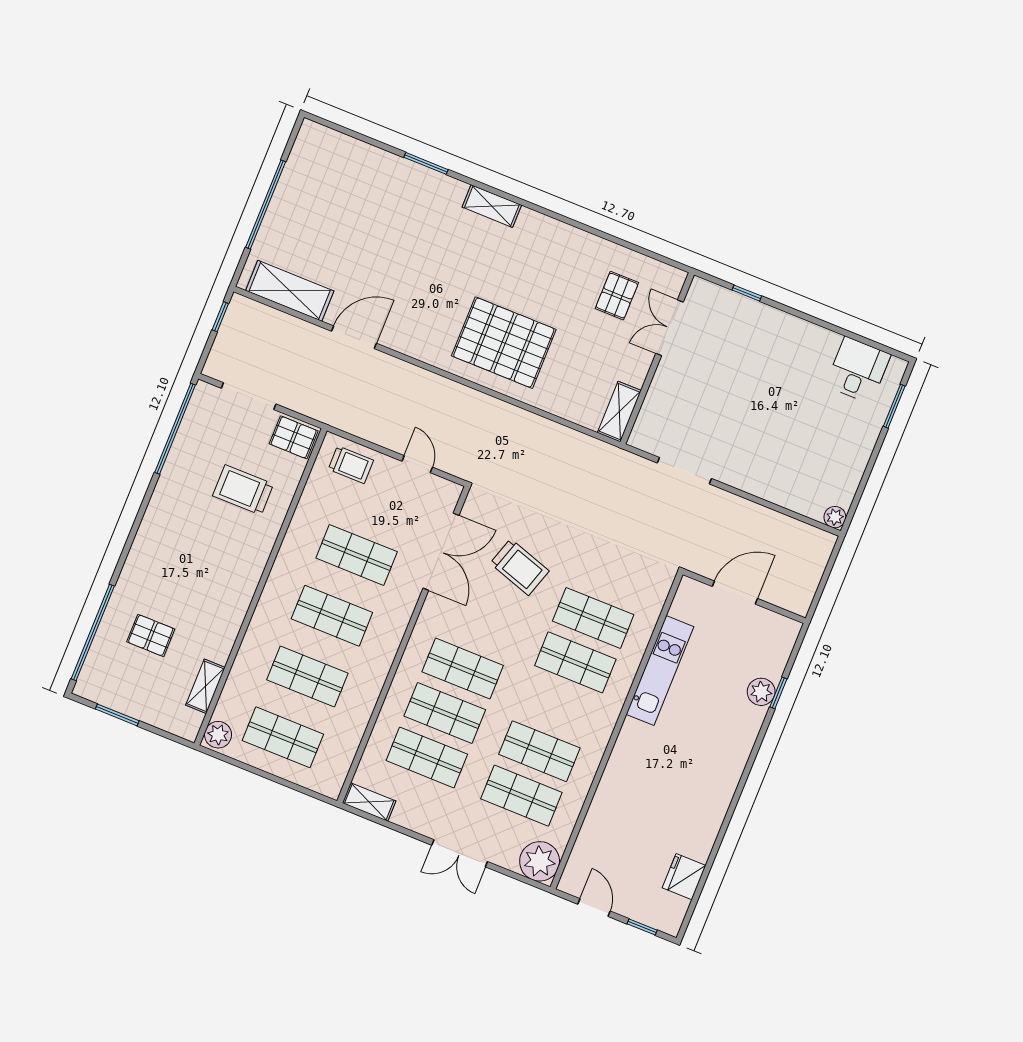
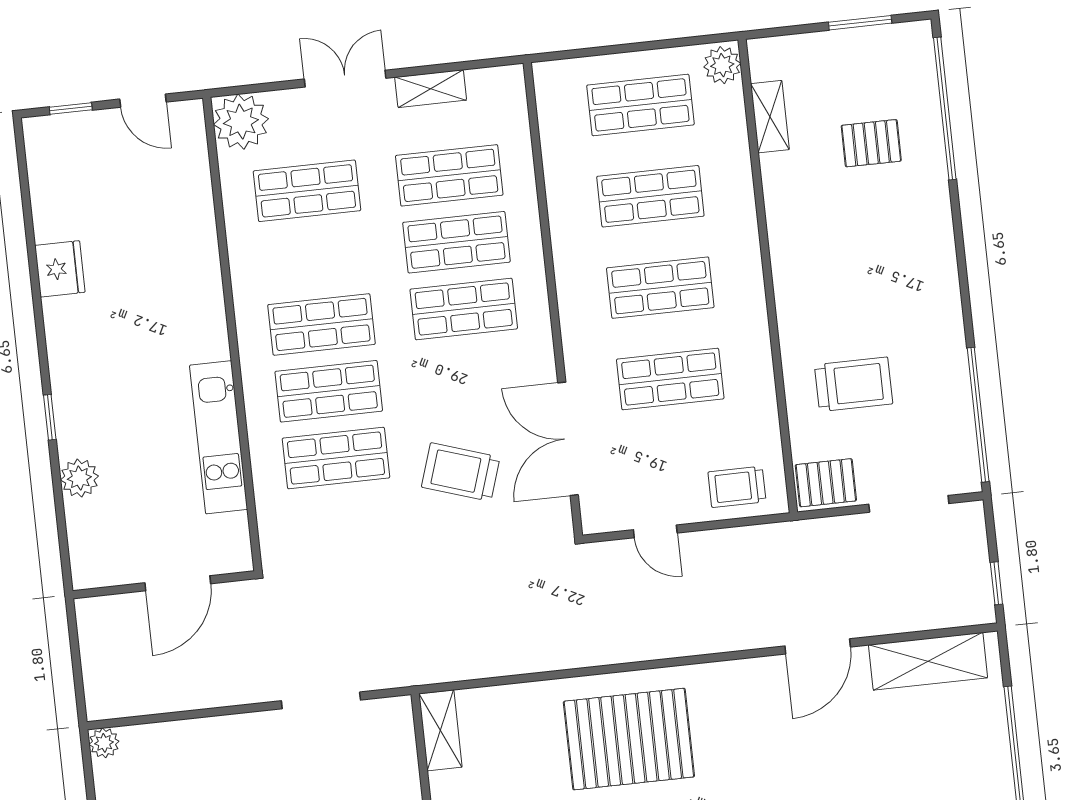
window: (778, 693) -> (50, 417), moved
shop shelf: (539, 751) -> (321, 324), moved
shelving: (369, 802) -> (431, 89), moved
fridge: (684, 877) -> (60, 269), moved

